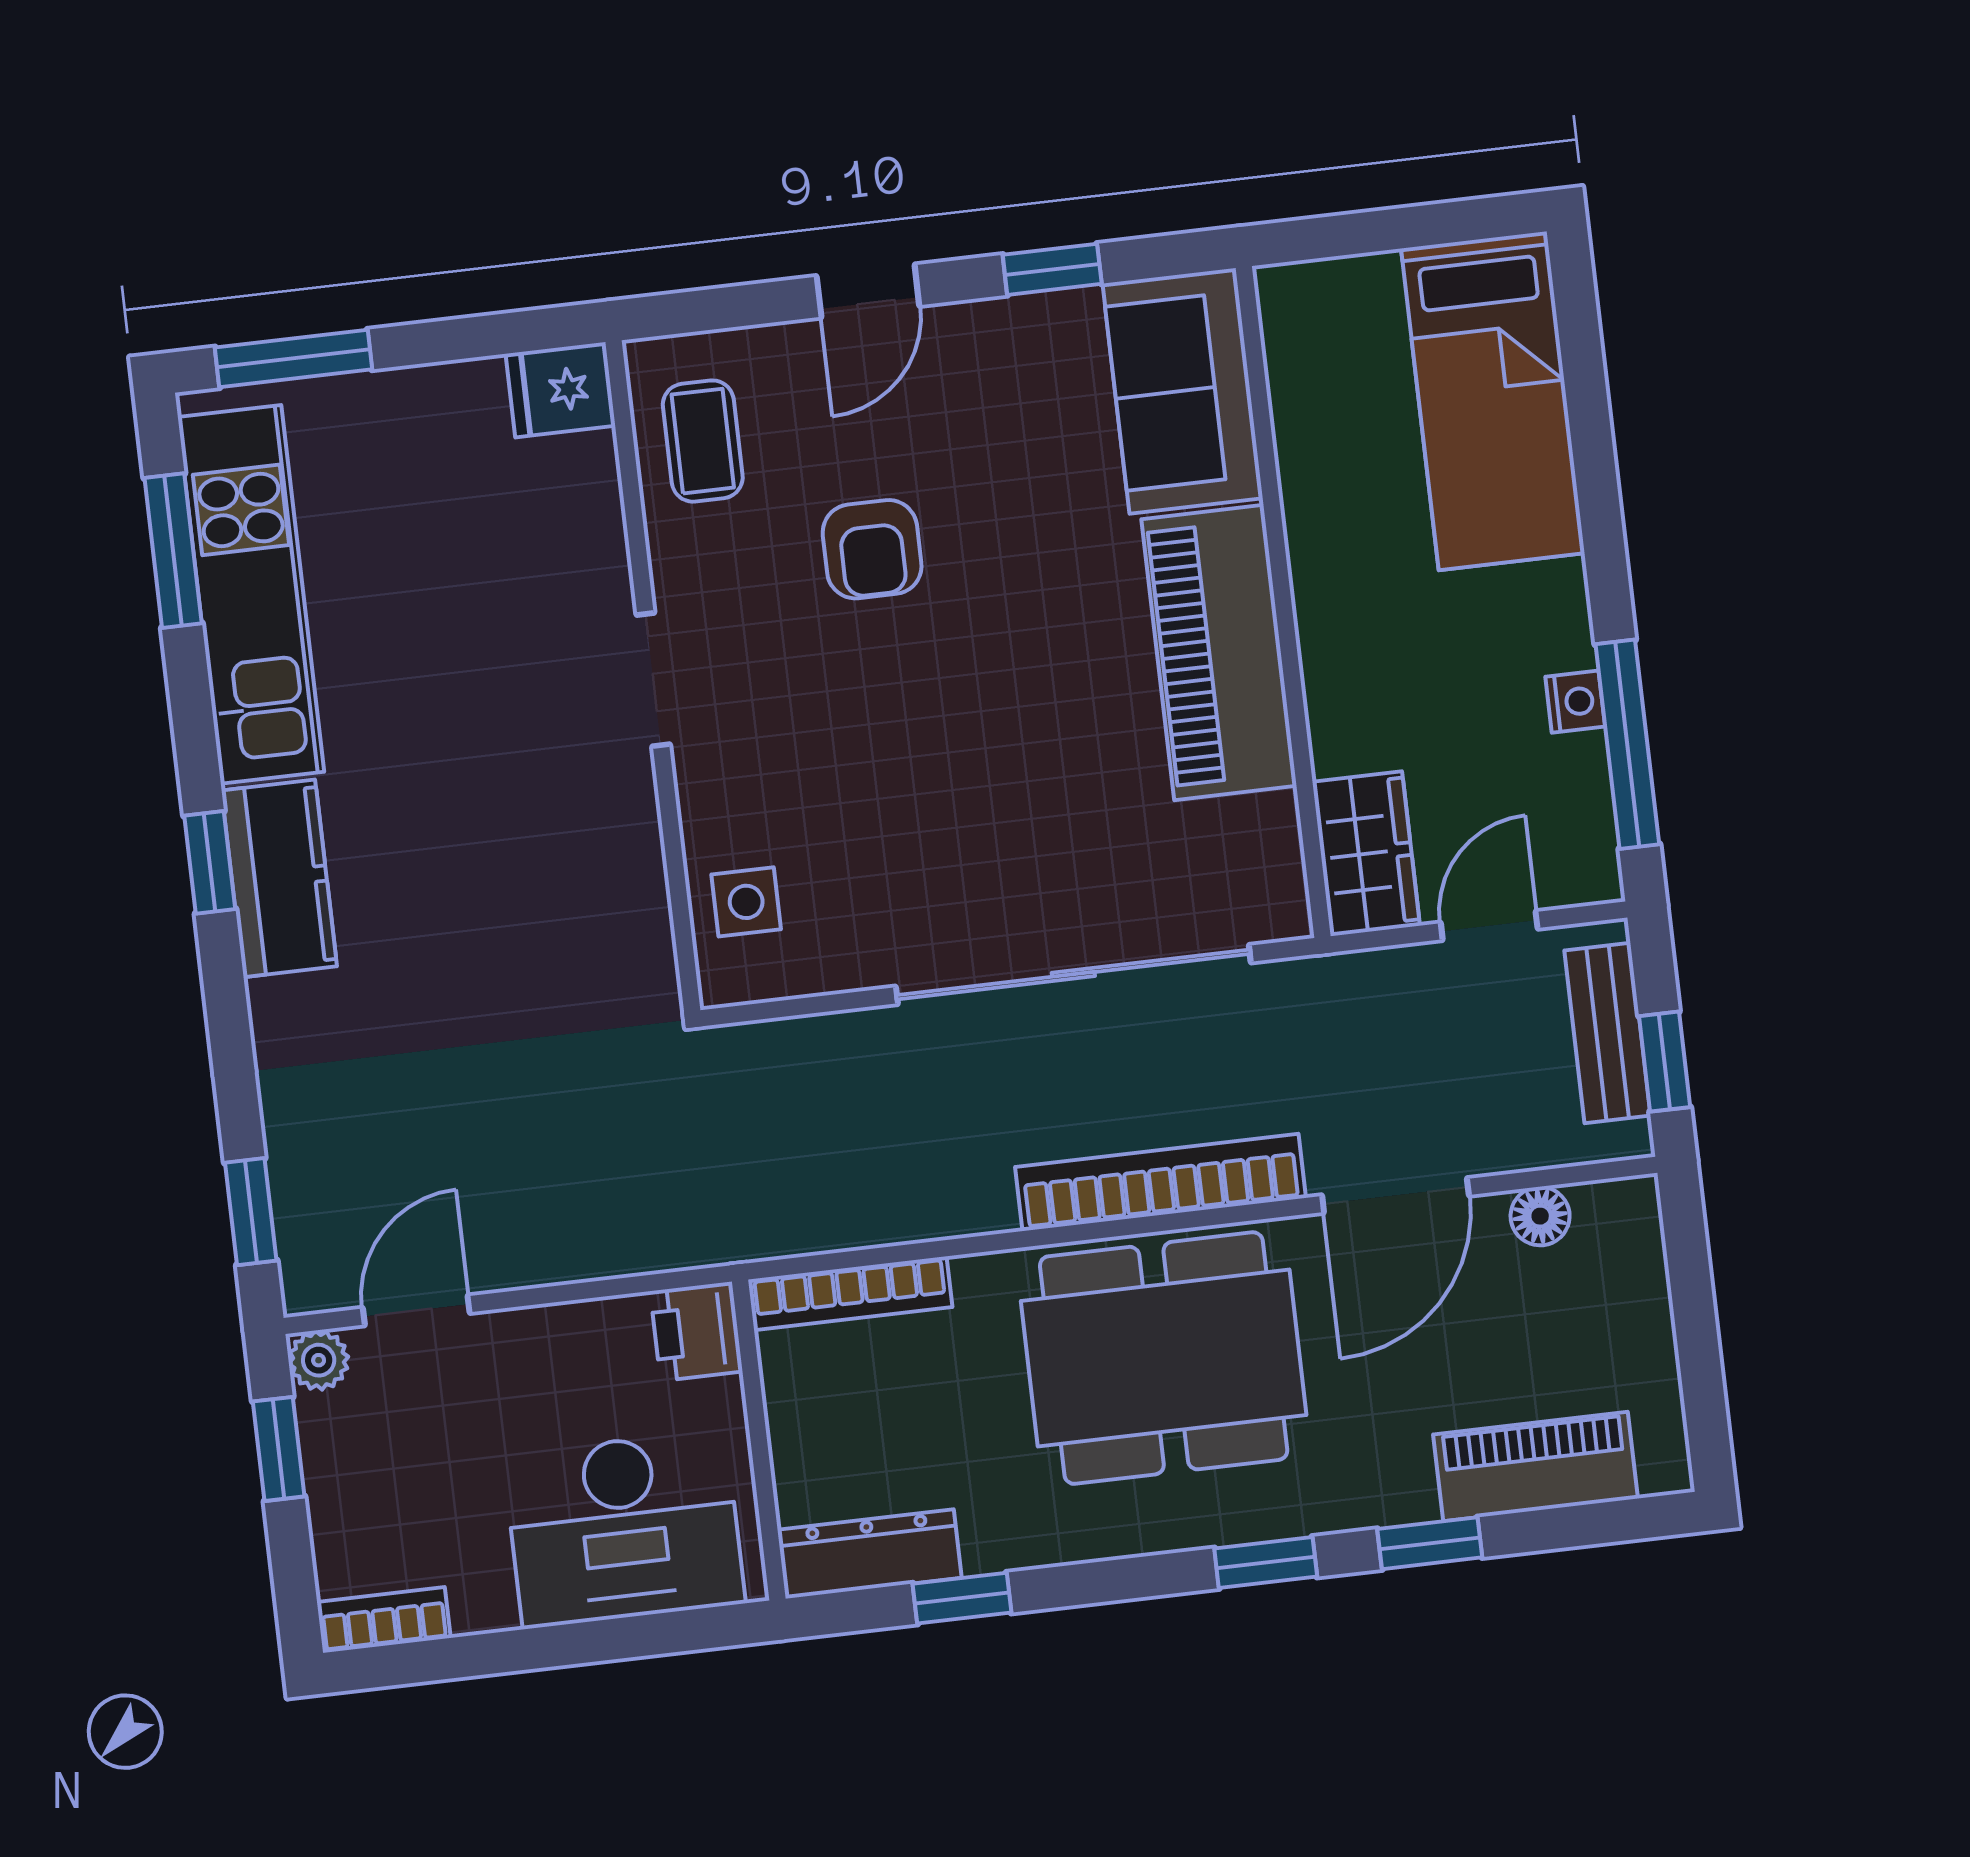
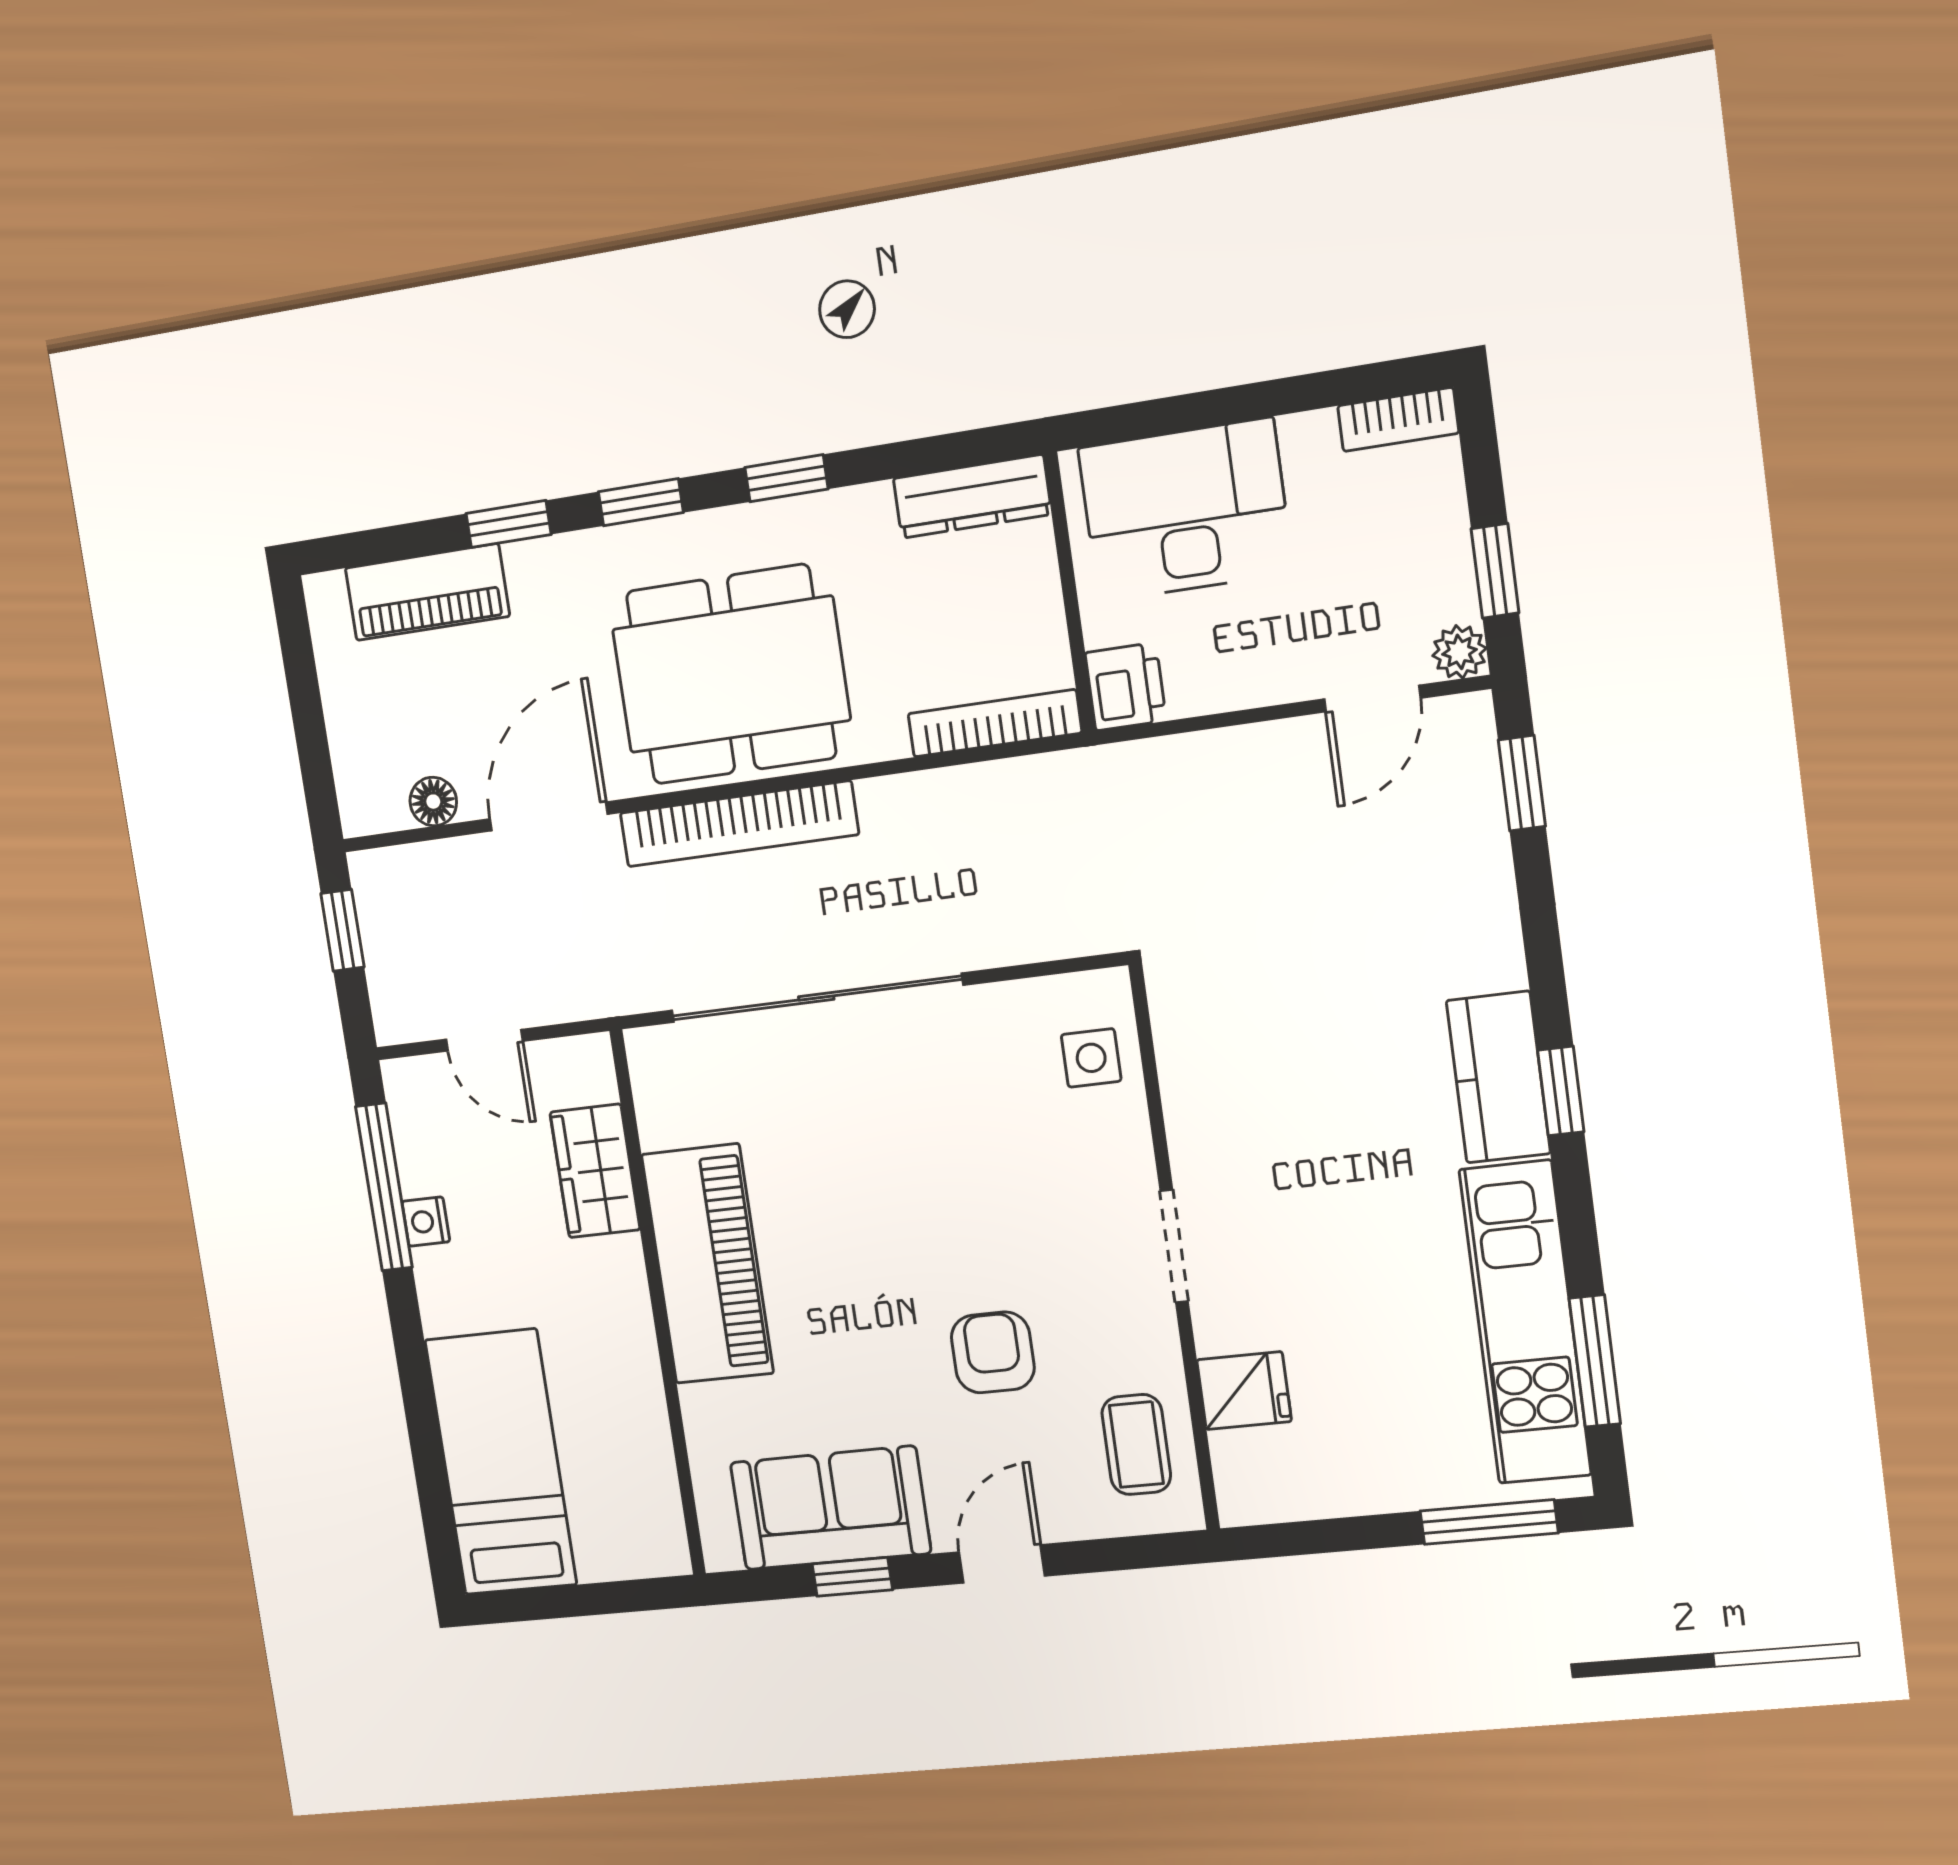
fridge: (560, 390) -> (1244, 1391), moved
sofa: (1183, 391) -> (830, 1508), moved, turned -90
wardrobe: (1366, 854) -> (595, 1171), moved
door: (1489, 926) -> (484, 1040), hinge flipped
bench: (1608, 1033) -> (388, 953), removed
window: (962, 1598) -> (786, 478), moved

